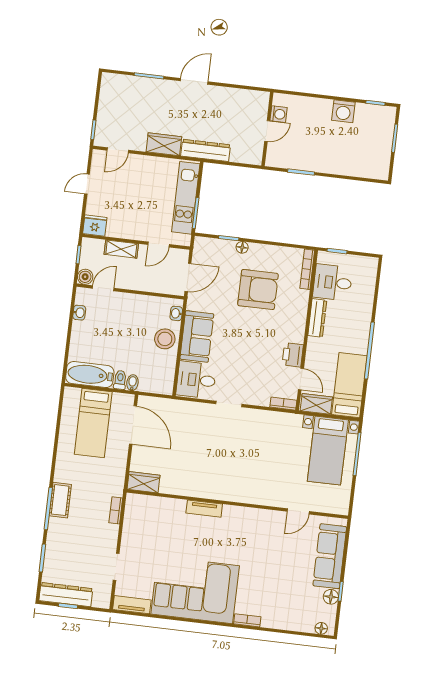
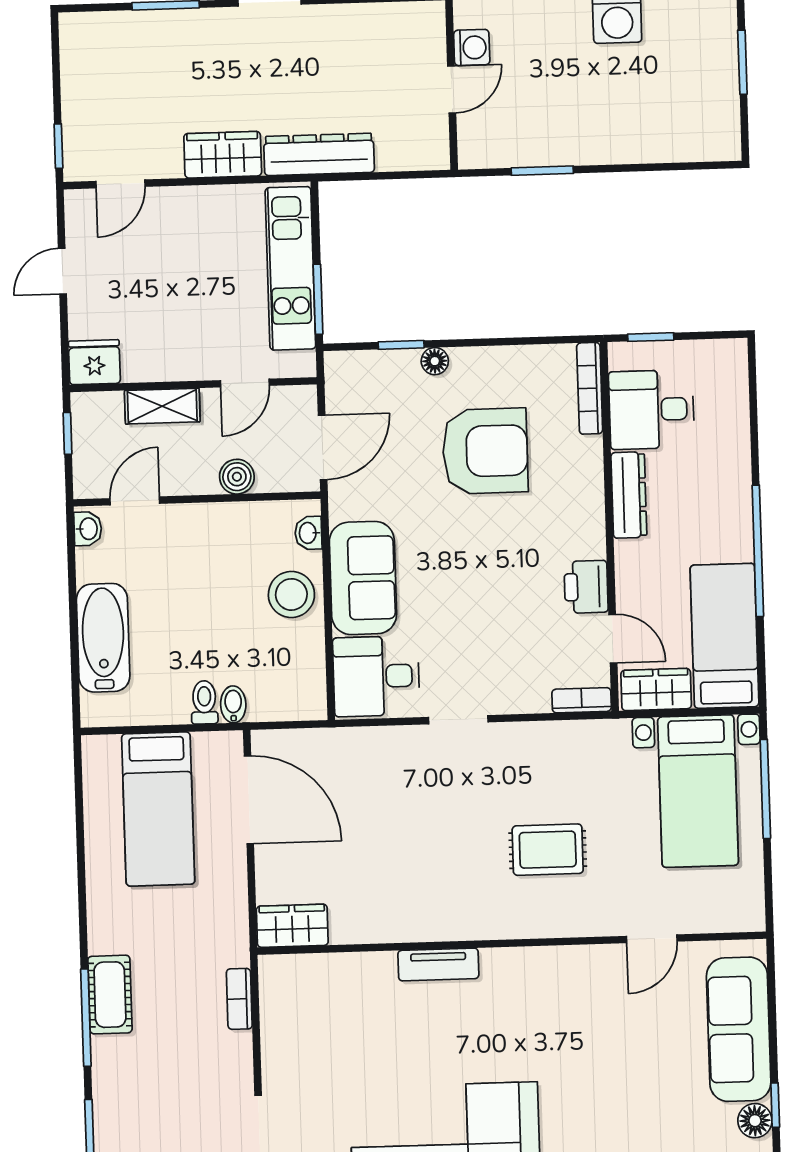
boiler: (85, 277) -> (237, 477), moved
washbasin: (79, 313) -> (88, 529), moved
bathtub: (90, 375) -> (103, 638), moved, turned 90
rug: (259, 466) -> (548, 850), added

